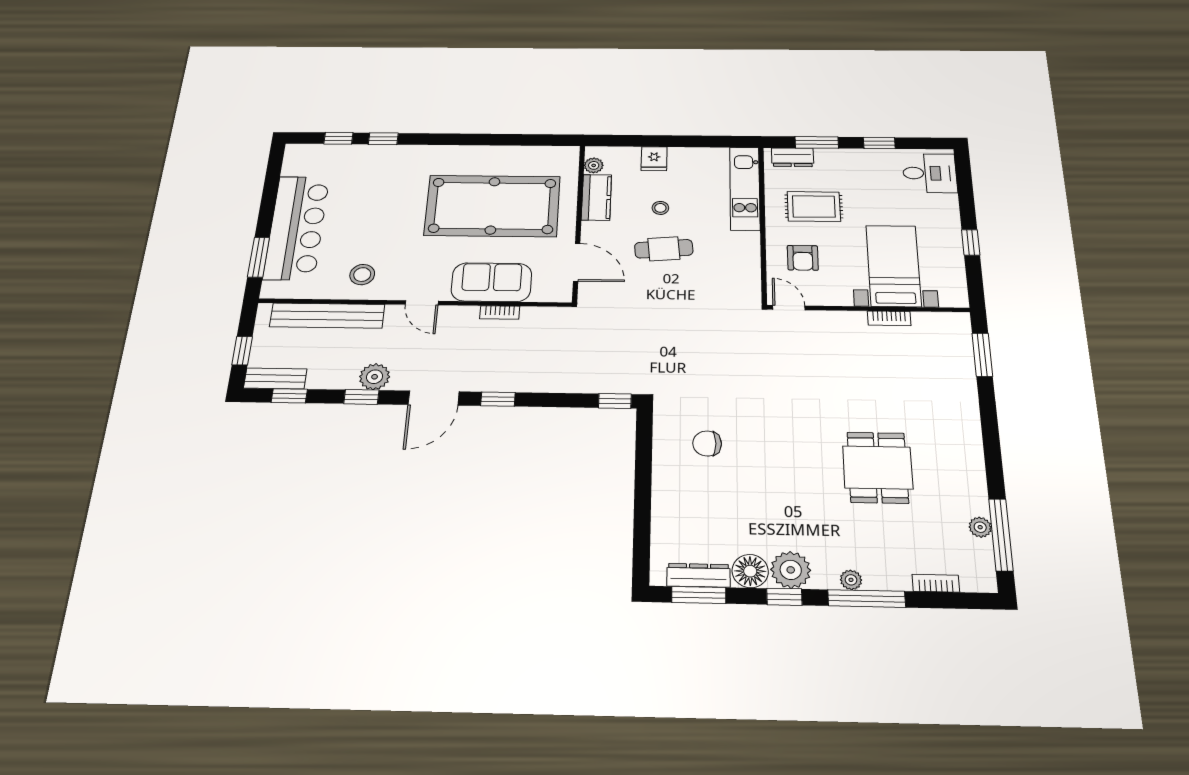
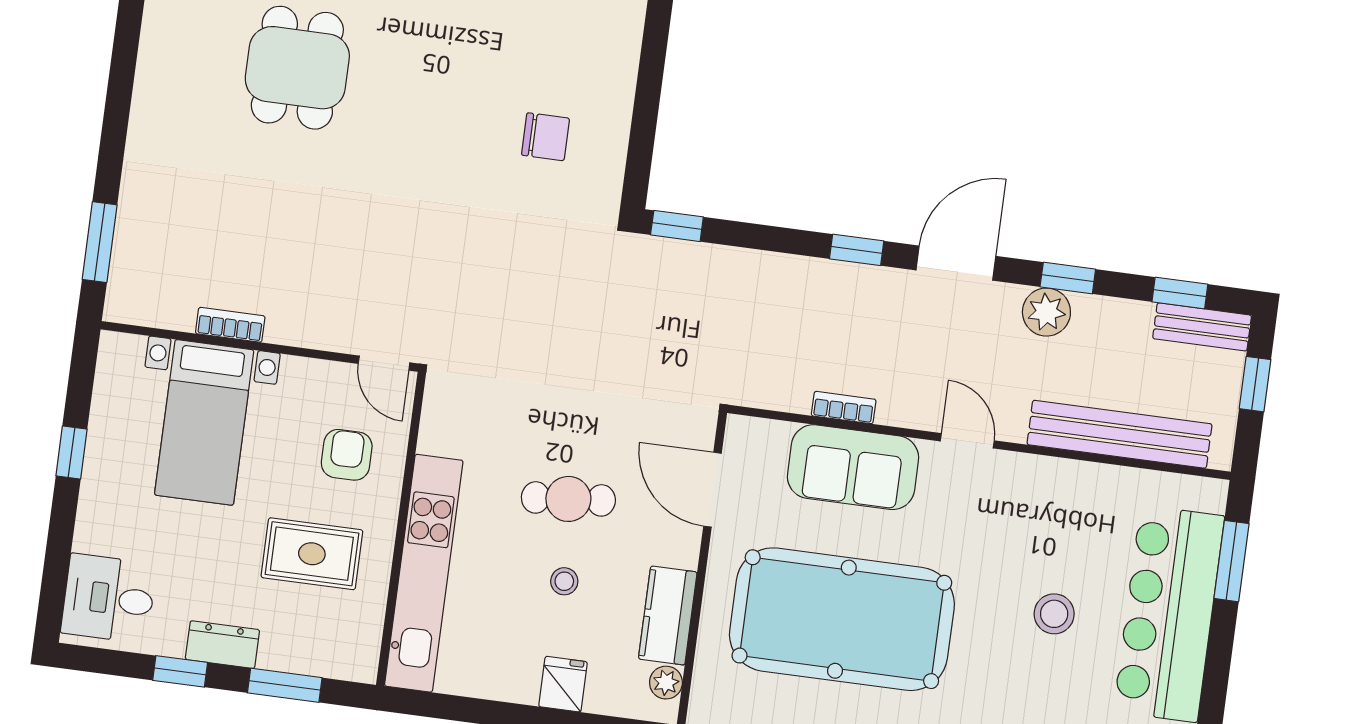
dresser: (793, 157) -> (222, 645), moved
kitchen unit: (745, 188) -> (424, 573), width x1.36
stool: (362, 275) -> (1054, 614), moved

